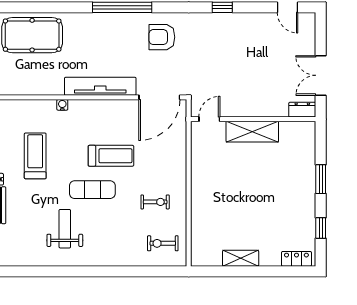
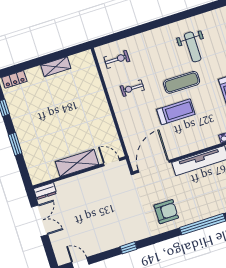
door: (209, 119) -> (112, 162), swing flipped
treadmill: (111, 156) -> (176, 112), turned 180

